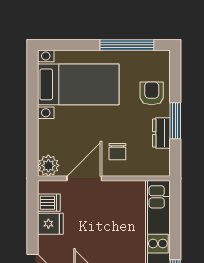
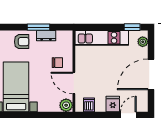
armchair: (152, 93) -> (22, 42), turned 180
fridge: (50, 224) -> (113, 104), moved

